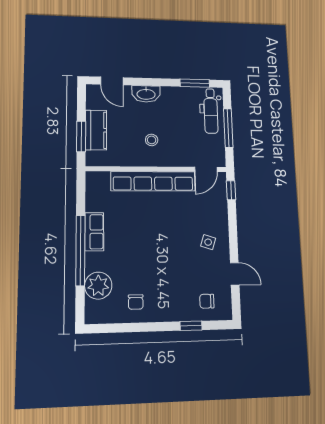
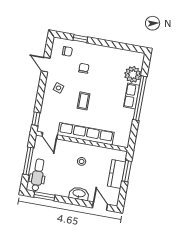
door: (206, 169) -> (50, 136), swing flipped
coffee table: (167, 230) -> (83, 101), added
row of seats: (94, 232) -> (131, 96), moved
chair: (136, 302) -> (84, 68), moved

